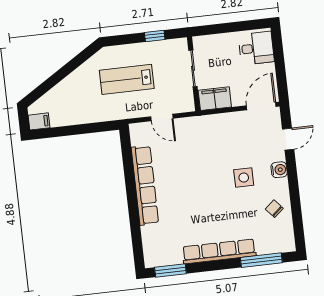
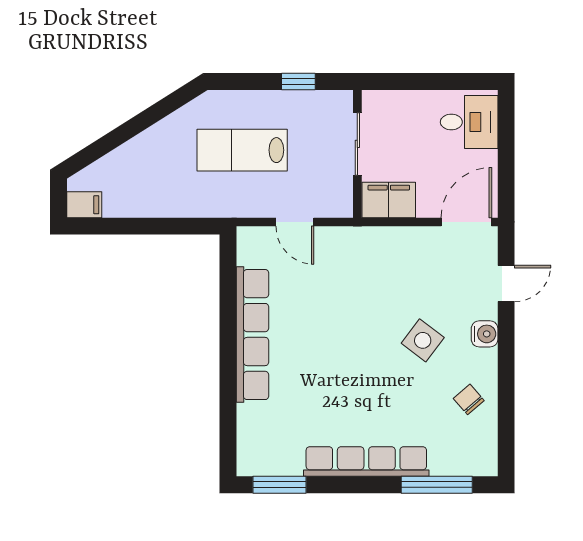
side table: (244, 178) -> (423, 340), turned 37

